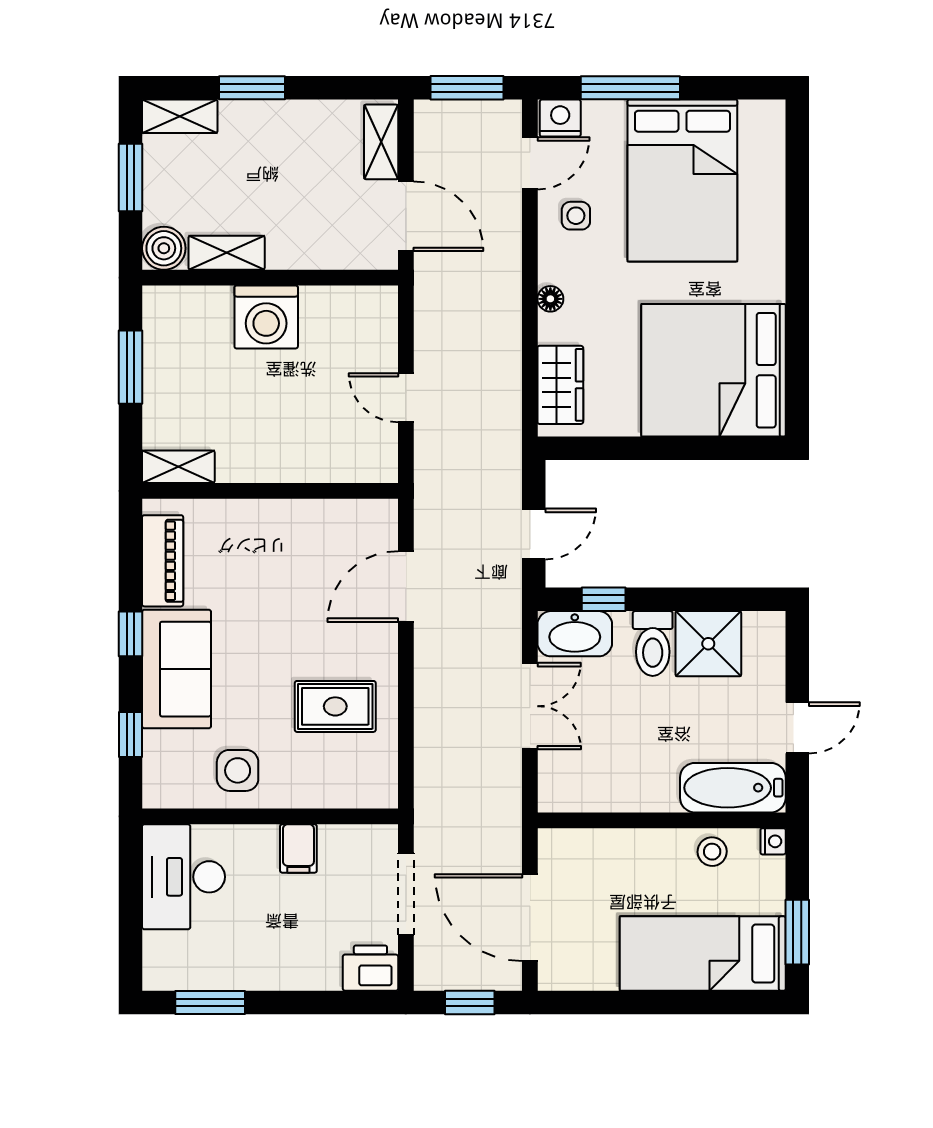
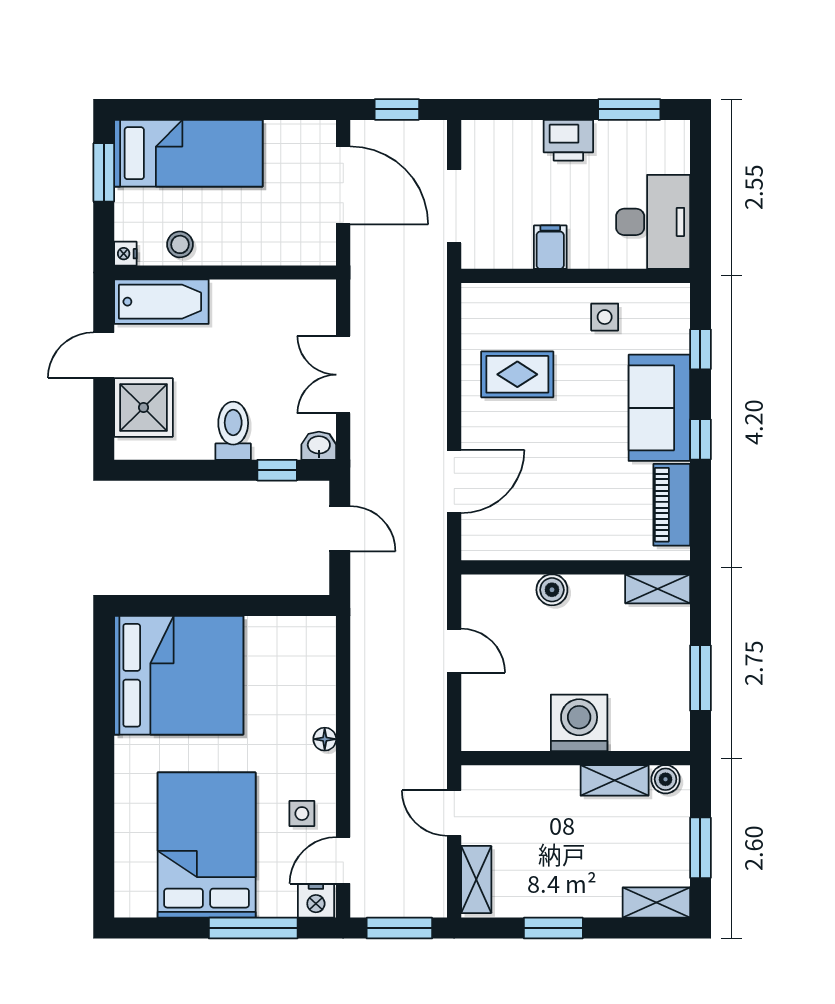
window: (252, 88) -> (553, 928), moved
door: (406, 216) -> (454, 813), width x0.73
boiler: (164, 248) -> (666, 779), width x0.73, depth x0.73
wardrobe: (560, 385) -> (316, 662), removed
boiler: (296, 466) -> (552, 590), added
door: (534, 534) -> (340, 529), swing flipped
washbasin: (575, 634) -> (319, 446), width x0.52, depth x0.69
shower: (708, 644) -> (144, 407), moved
side table: (238, 770) -> (605, 317), width x0.73, depth x0.73
printer: (370, 968) -> (568, 140), moved

